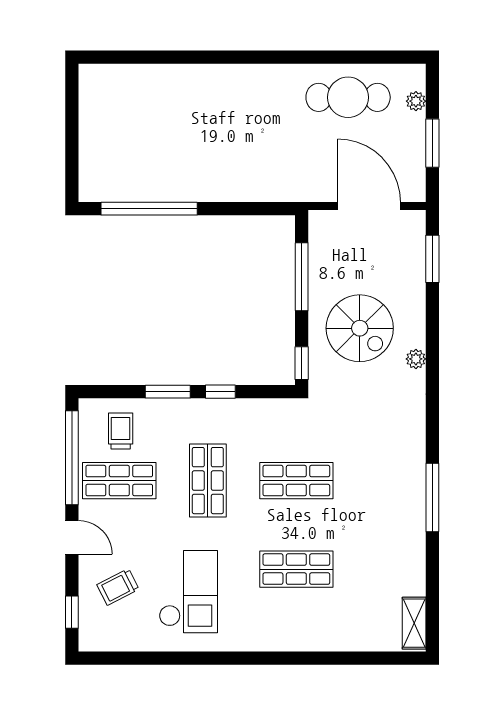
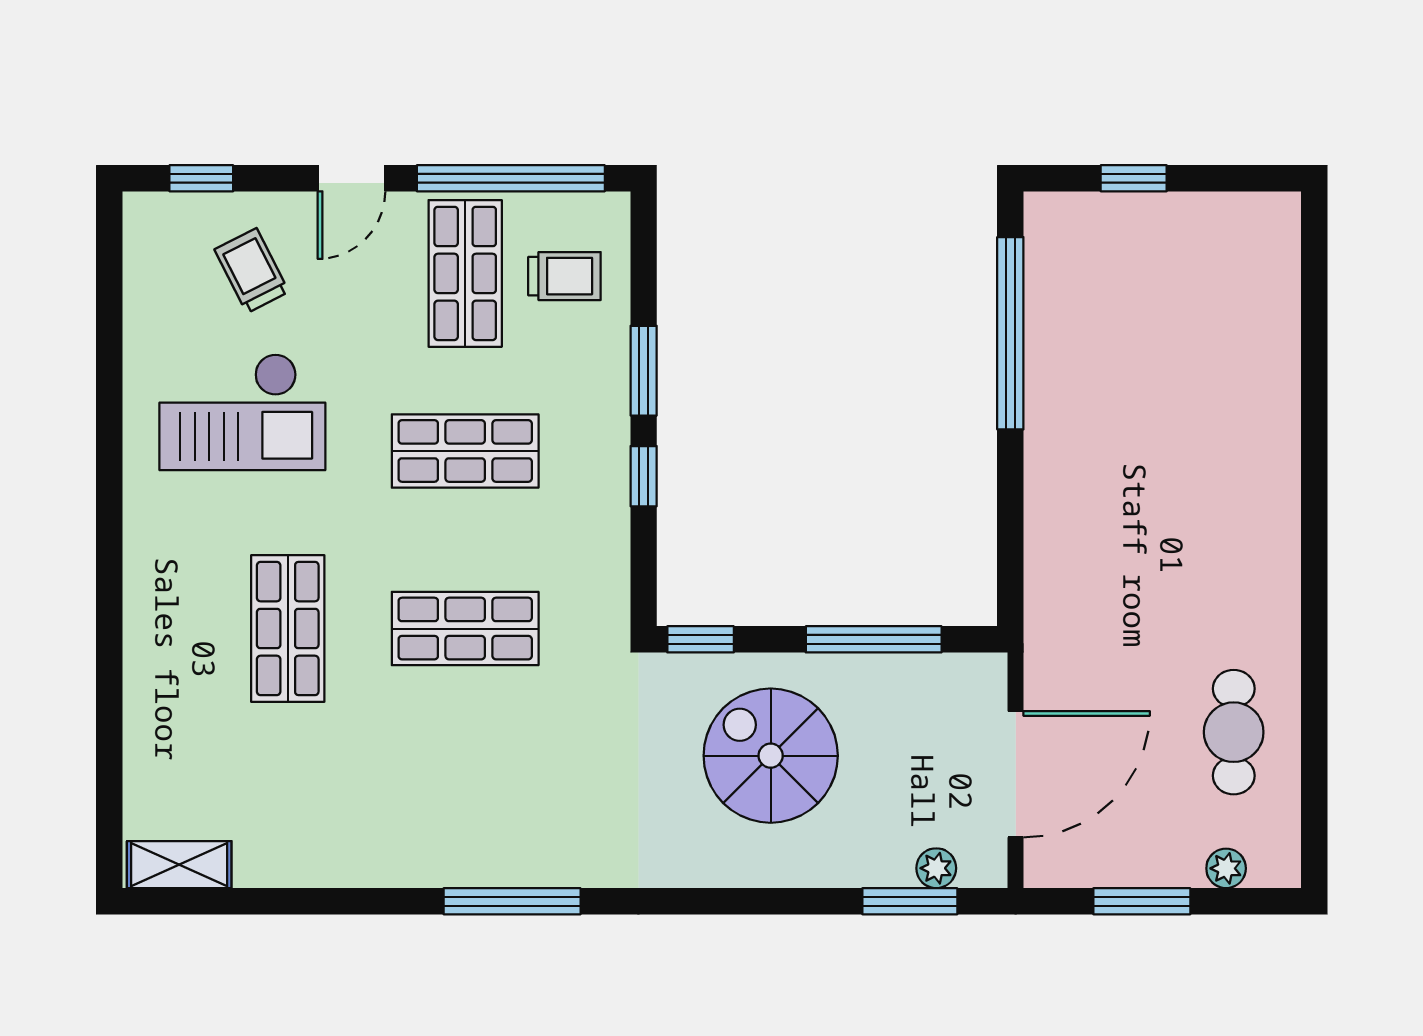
cafe table: (348, 97) -> (1234, 732), width x0.73, depth x0.74
window: (72, 147) -> (1134, 178), added
spiral stairs: (360, 328) -> (771, 756), turned 90
plant: (416, 359) -> (936, 868), moved
shop shelf: (296, 481) -> (465, 629), turned 90
window: (432, 498) -> (512, 901), moved

